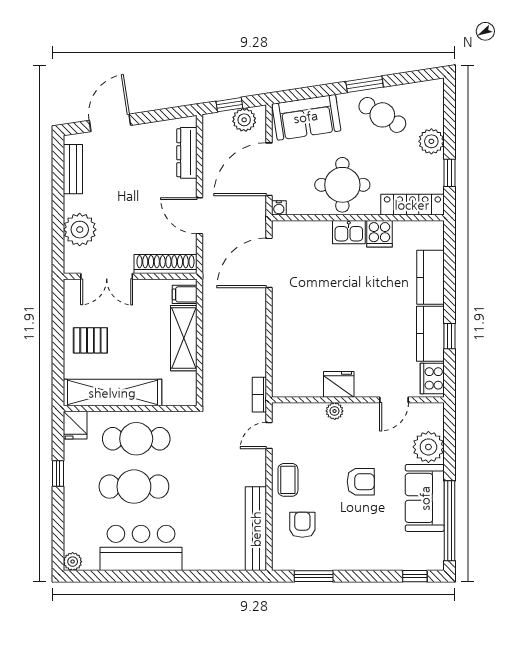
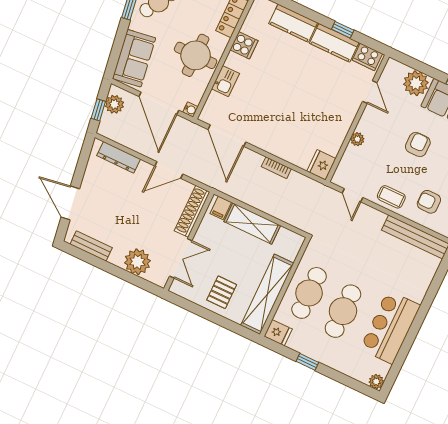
kitchen sink: (349, 232) -> (225, 81), moved
fridge: (339, 384) -> (321, 165), moved
bookcase: (259, 395) -> (276, 168), moved

